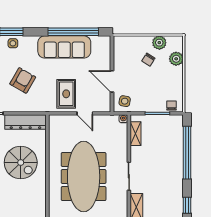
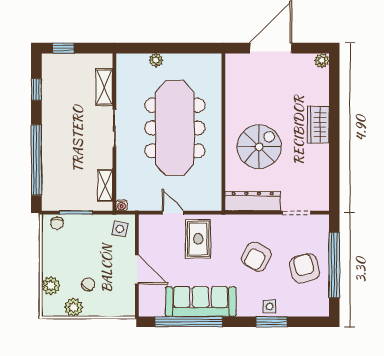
door: (112, 81) -> (137, 269), moved
spiral stairs: (21, 163) -> (259, 147), turned 90

